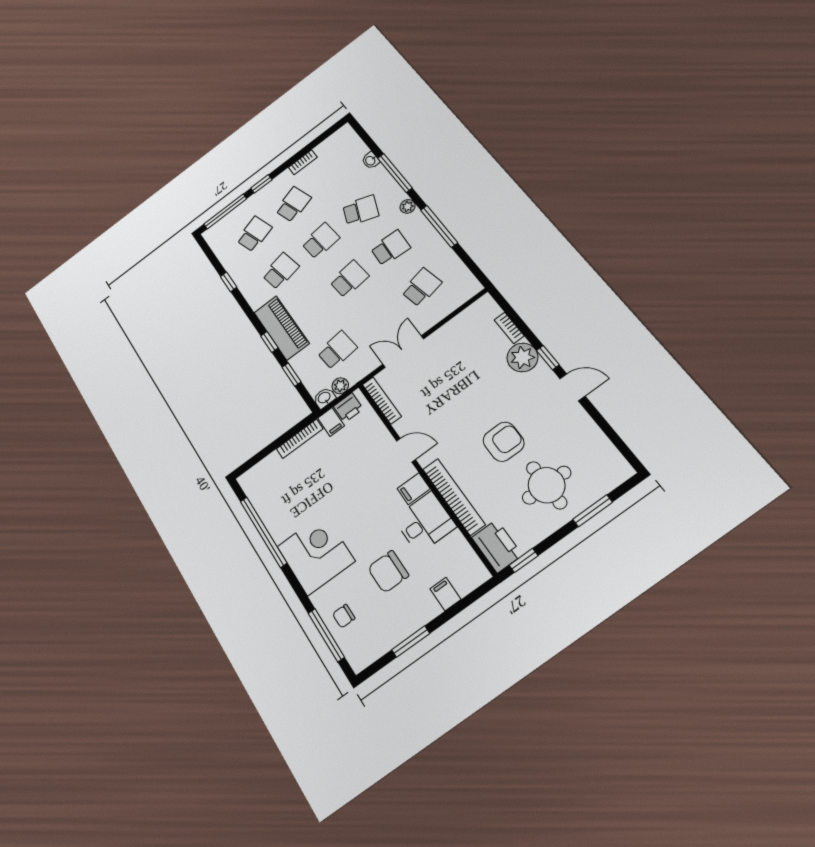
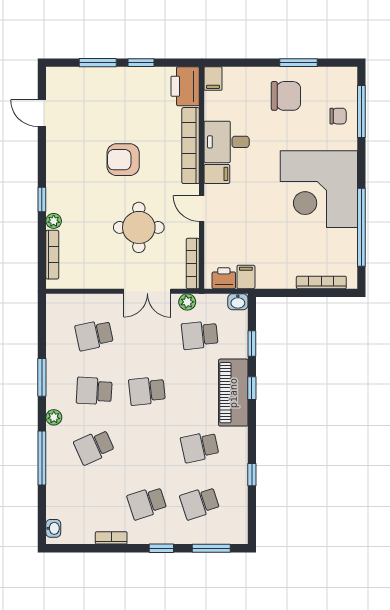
washbasin: (371, 160) -> (53, 528), moved
school desk: (361, 210) -> (94, 447), turned -45
window: (225, 211) -> (211, 548), width x0.69
window: (439, 226) -> (42, 377), width x0.69
school desk: (321, 241) -> (147, 447), removed
bookcase: (509, 328) -> (52, 255), width x1.56
plant: (522, 357) -> (54, 221), width x0.53, depth x0.53
plant: (340, 386) -> (187, 302), moved
door: (572, 387) -> (42, 113), moved
bookcase: (300, 439) -> (321, 282), moved
round table: (547, 485) -> (139, 227), moved
corner desk: (316, 554) -> (319, 189), width x1.36, depth x1.36
window: (523, 560) -> (141, 63), moved
chair: (388, 572) -> (286, 96), moved
filing cabinet: (445, 594) -> (213, 79), moved

